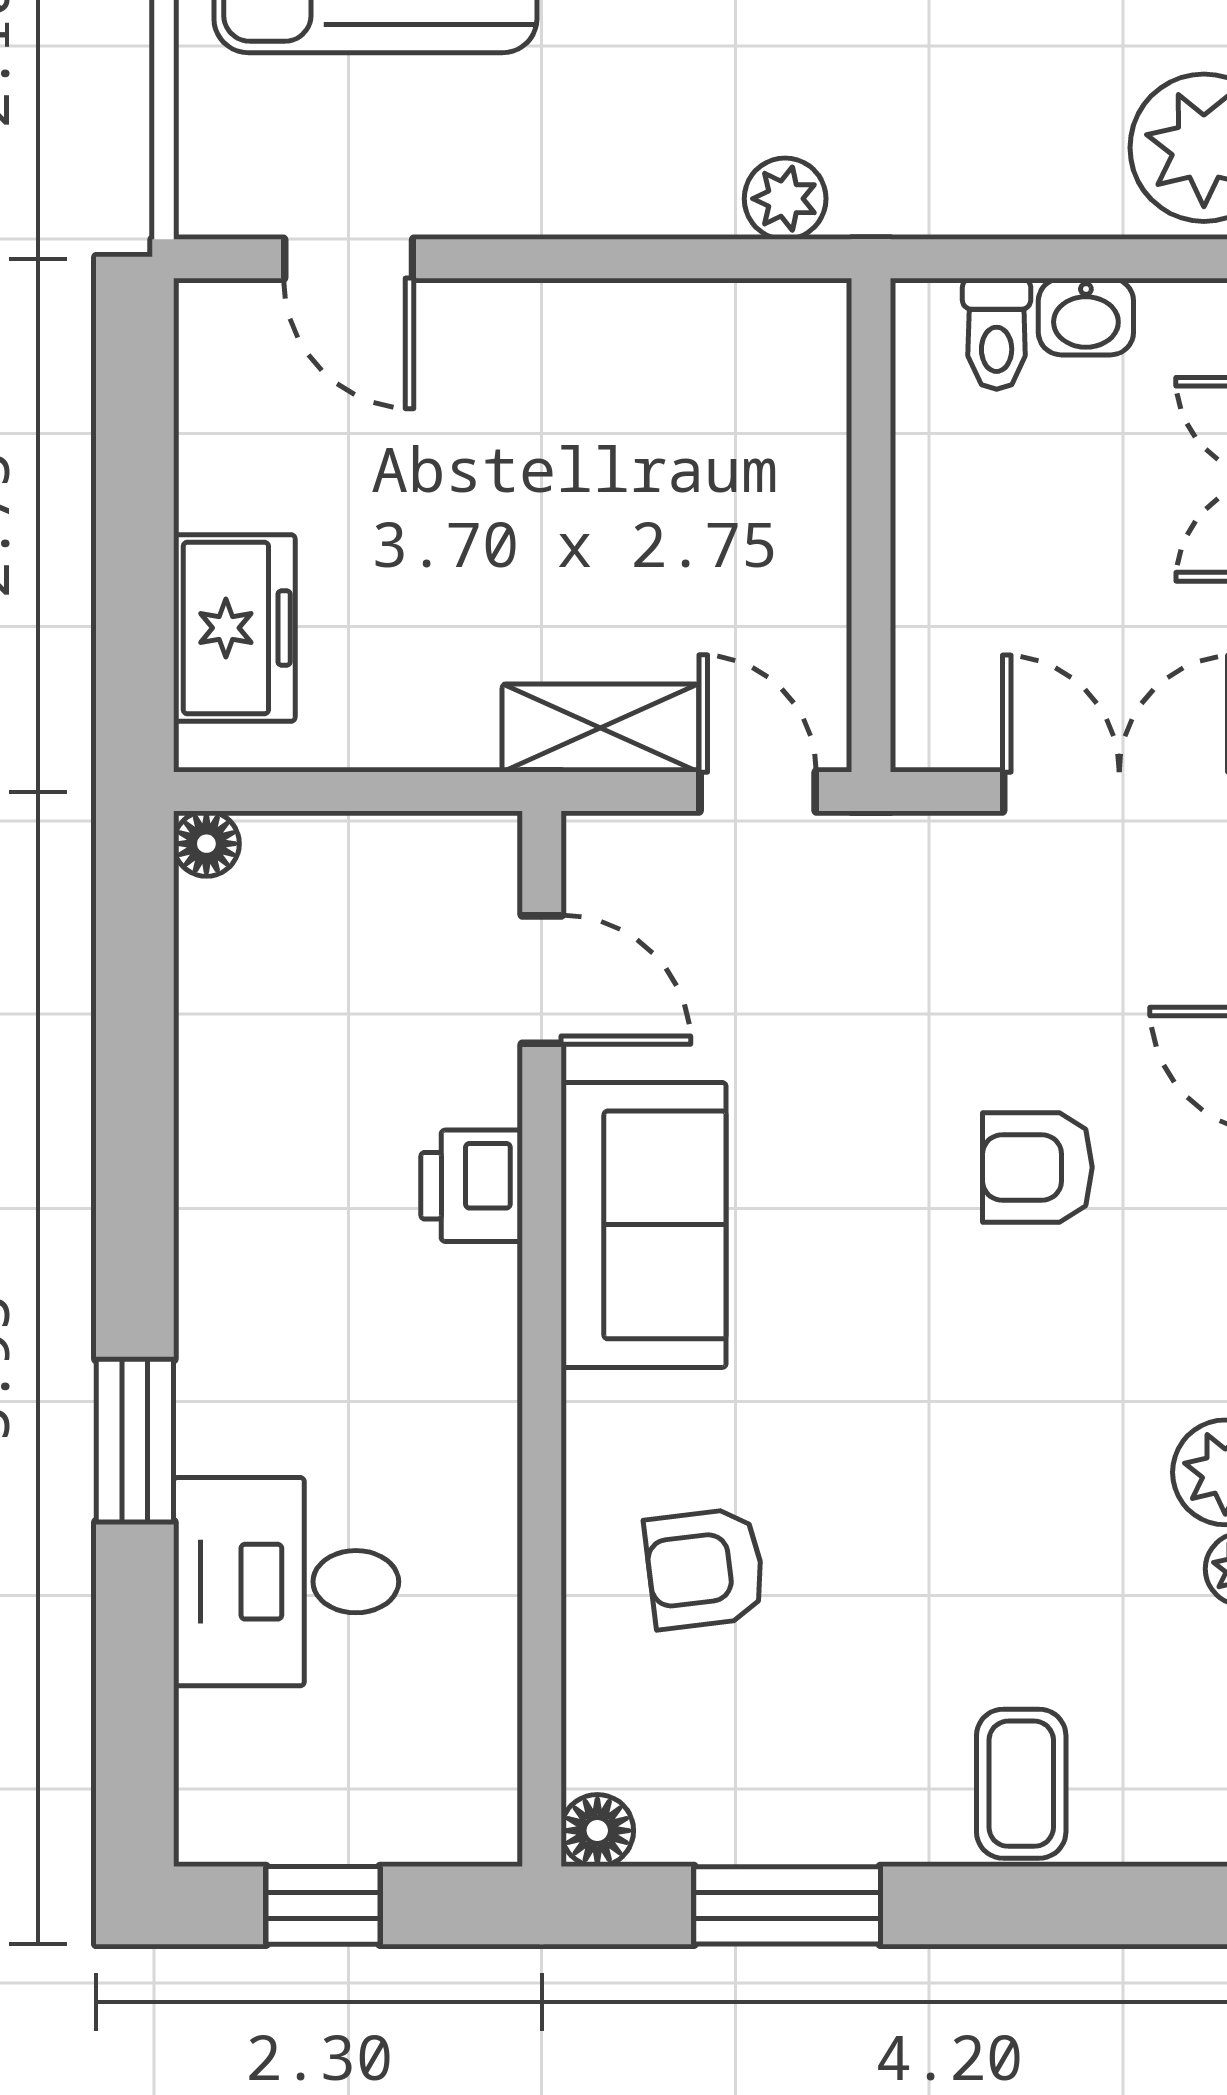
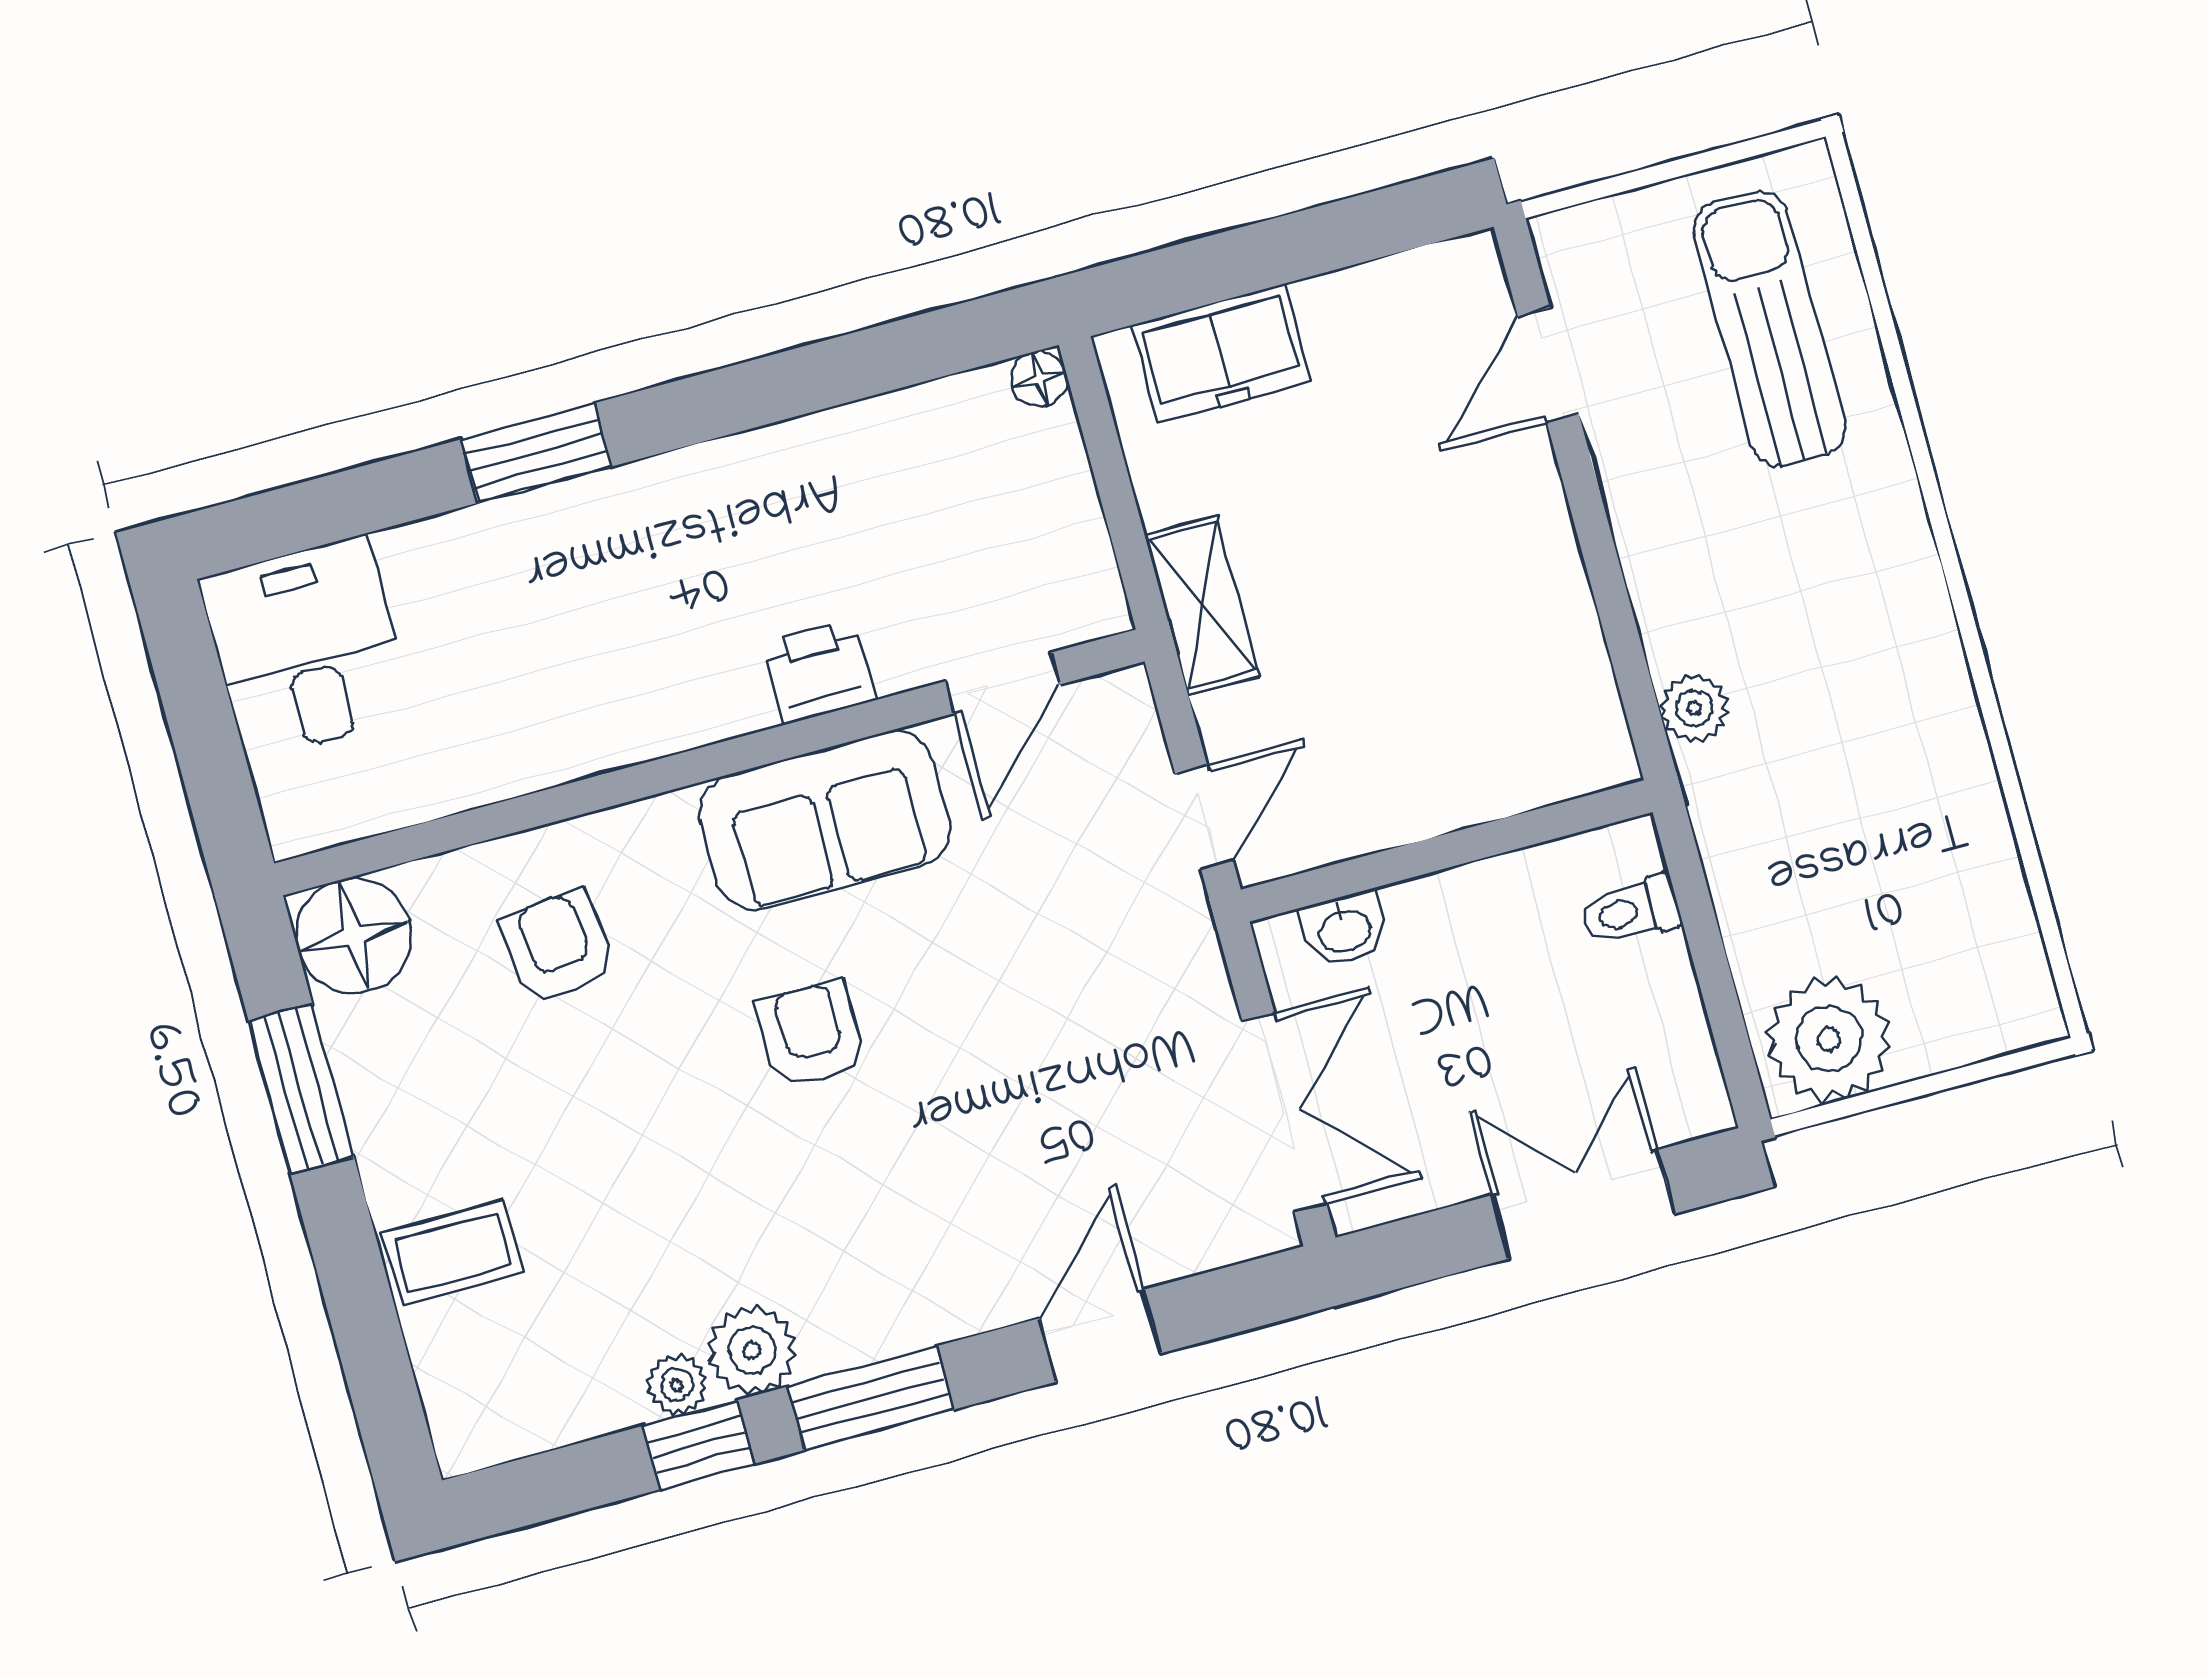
washbasin: (1086, 317) -> (1344, 929), moved, turned -90
shelving: (600, 728) -> (1202, 605), moved
armchair: (1037, 1167) -> (811, 1034), moved
desk: (286, 1582) -> (307, 648), moved
floor lamp: (597, 1831) -> (354, 936), width x1.89, depth x1.89
window: (323, 1905) -> (198, 710), removed

